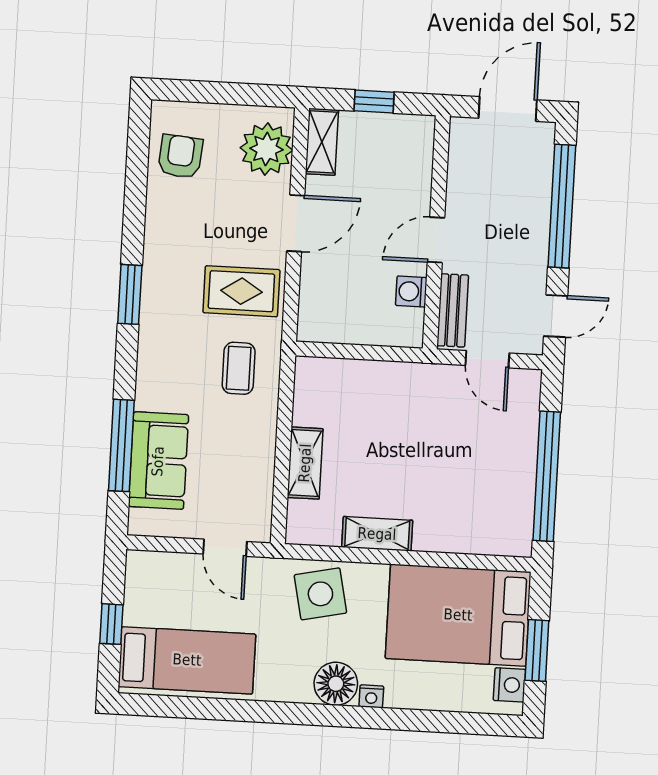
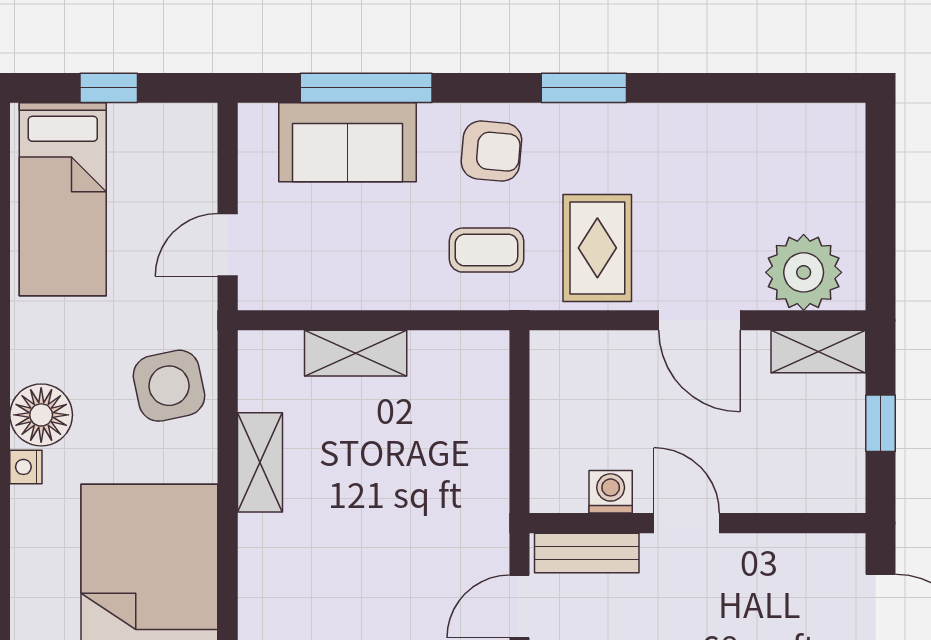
armchair: (180, 156) -> (491, 151), moved

